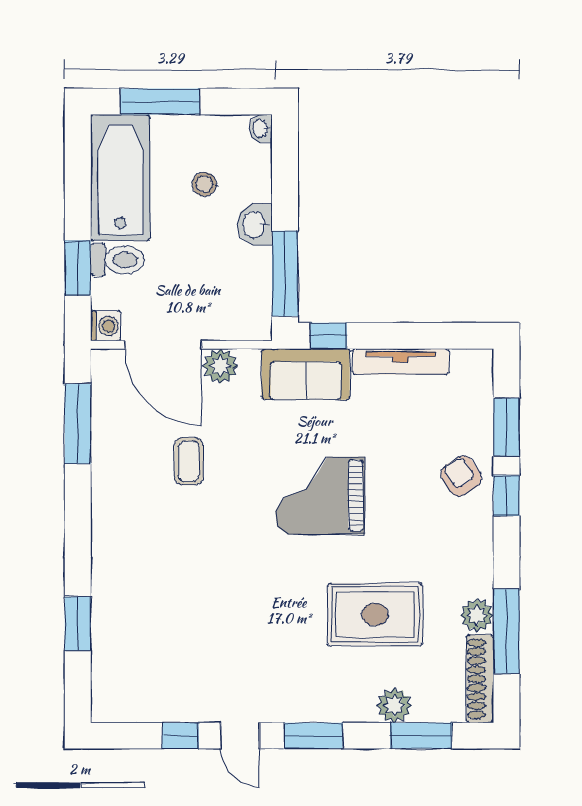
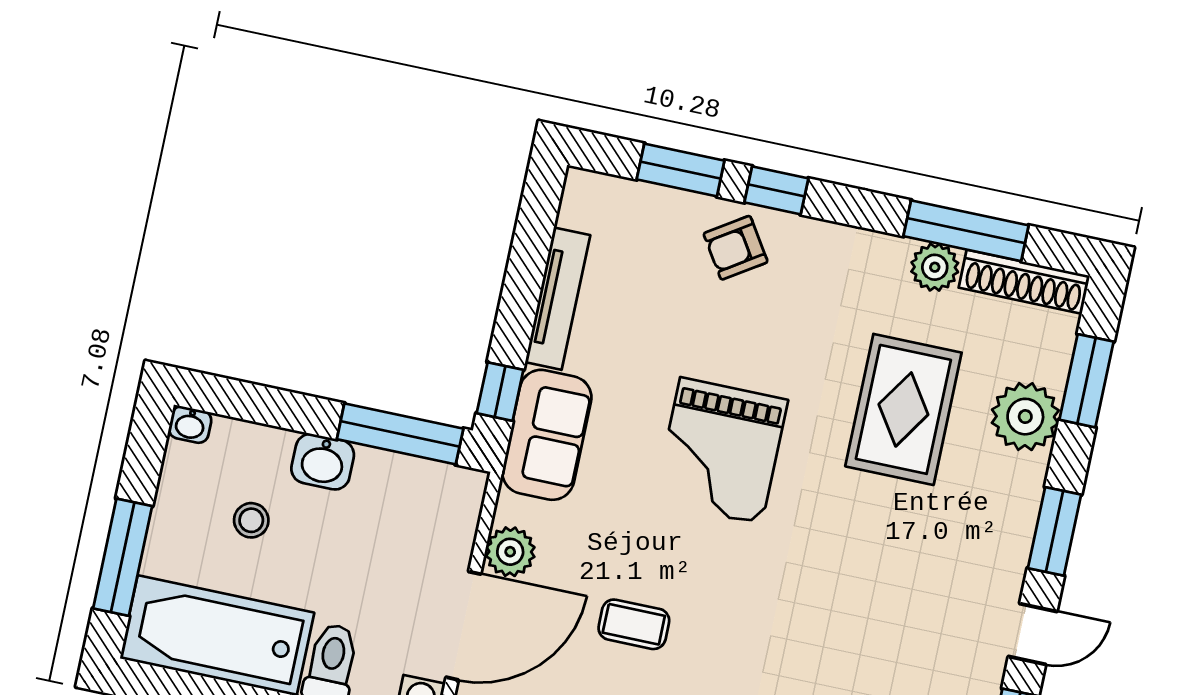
plant: (394, 705) -> (1025, 417), width x1.36, depth x1.36

